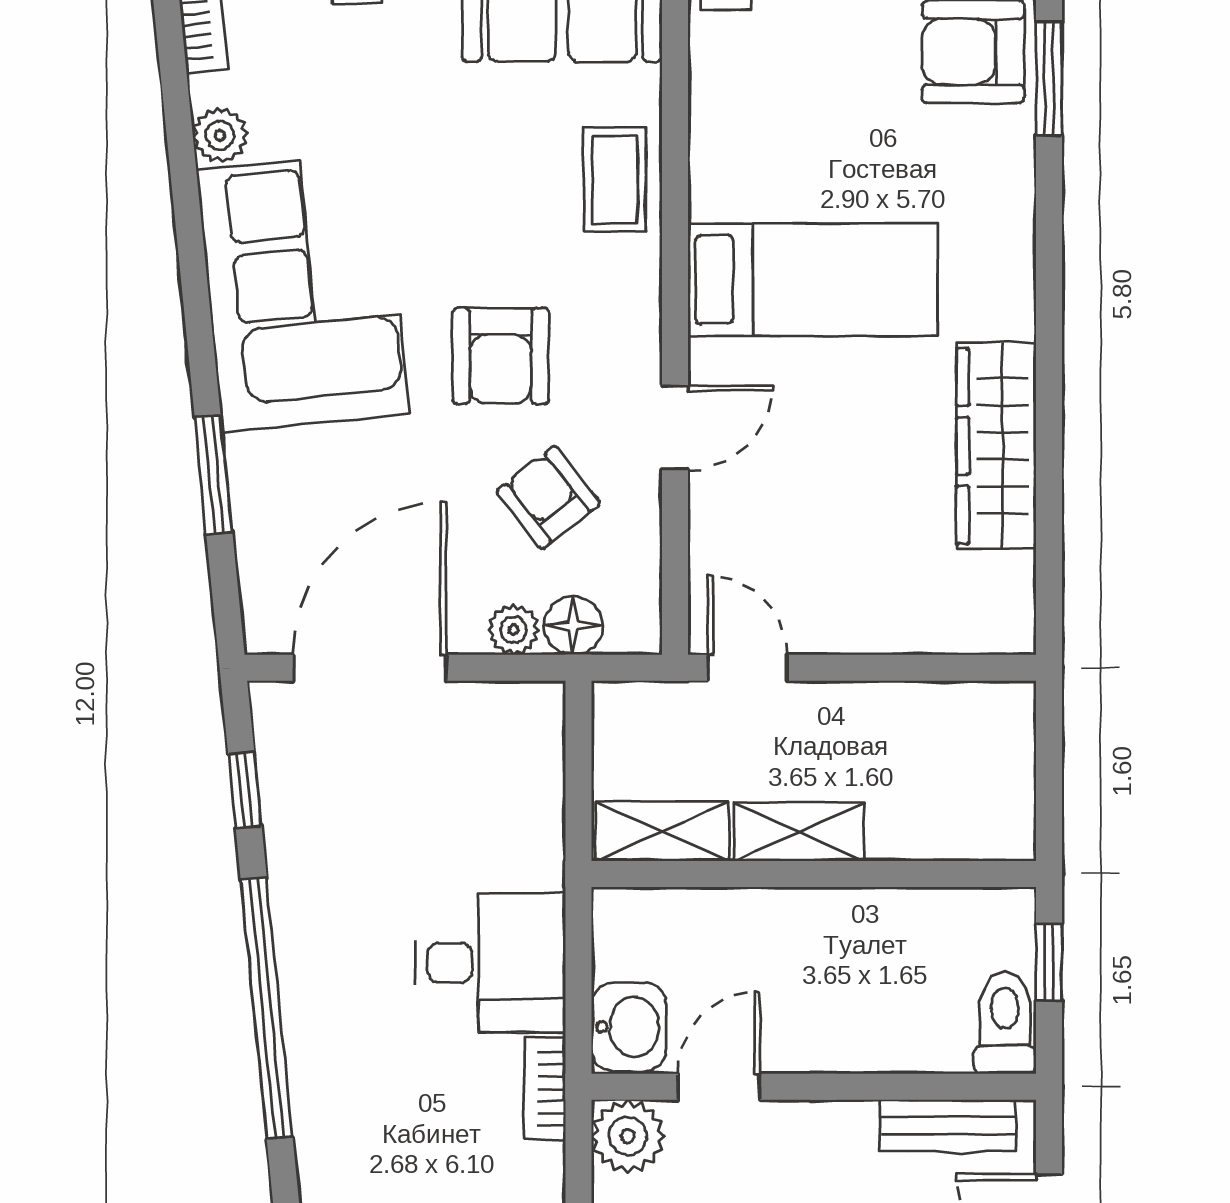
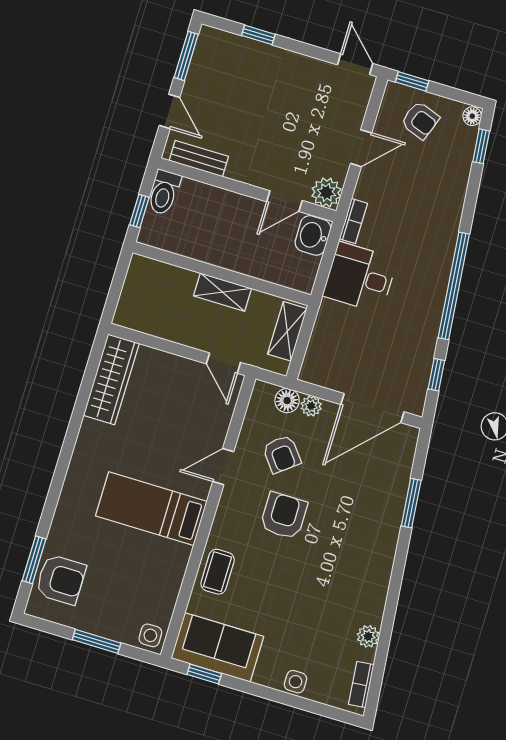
corner sofa: (303, 292) -> (354, 564), removed
wardrobe: (996, 446) -> (111, 379), moved
shelving: (662, 831) -> (287, 331), moved, turned 90

